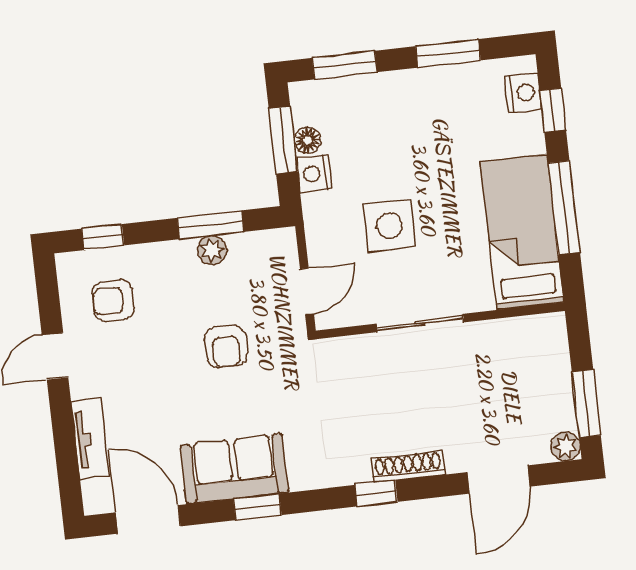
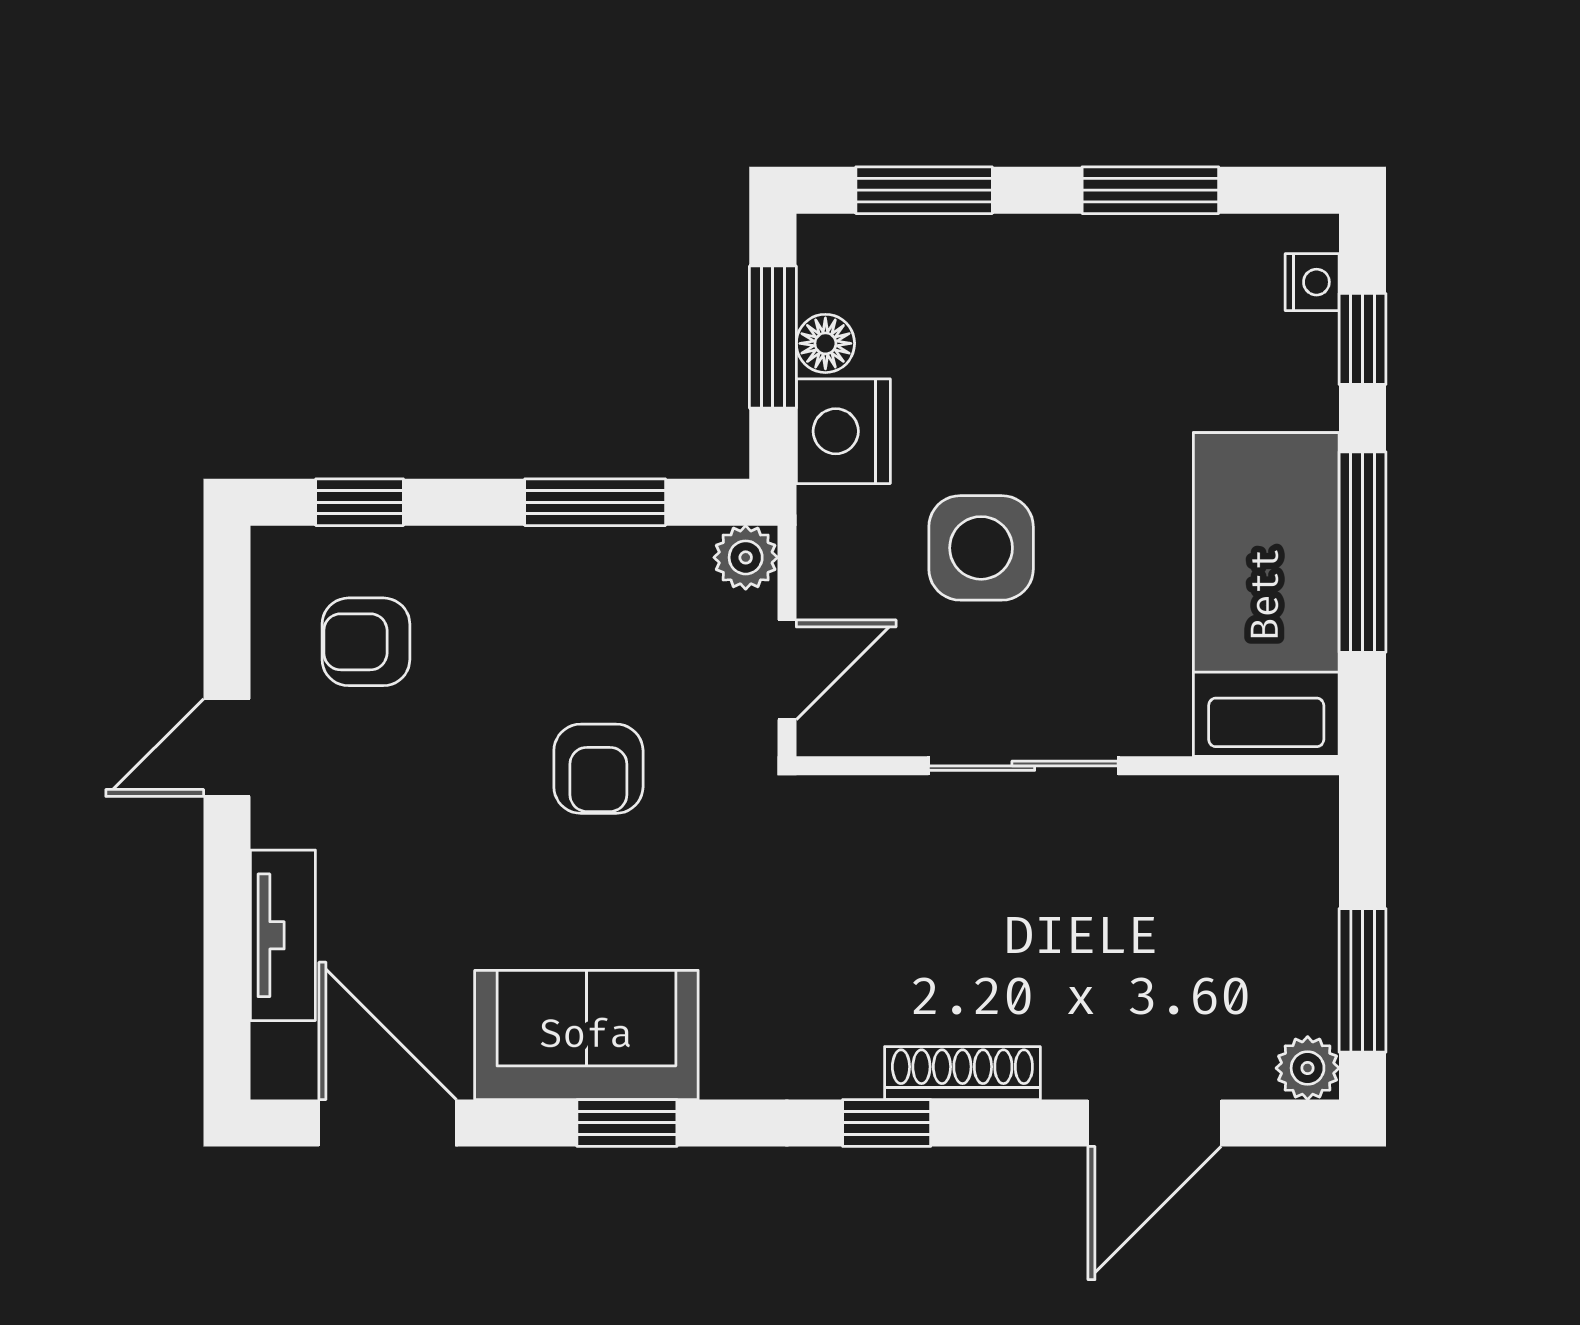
nightstand: (523, 92) -> (1312, 282), width x0.72, depth x0.74
nightstand: (314, 174) -> (843, 431), width x1.36, depth x1.33
plant: (212, 250) -> (746, 557), moved

